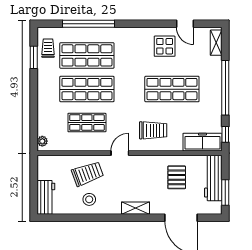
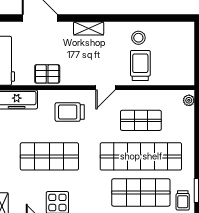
shop shelf: (87, 89) -> (141, 156), width x1.40
trolley: (87, 174) -> (140, 65), turned 110
pallet: (177, 177) -> (47, 74), moved, turned 90
workbench: (46, 197) -> (185, 40), removed

